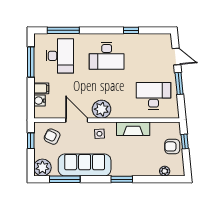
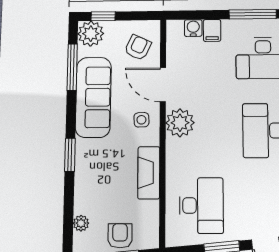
door: (77, 120) -> (163, 85), swing flipped
window: (31, 141) -> (103, 16), moved

